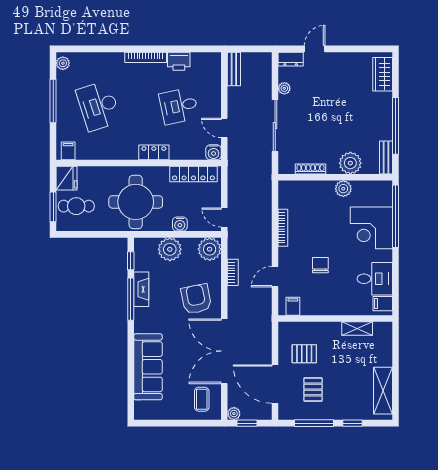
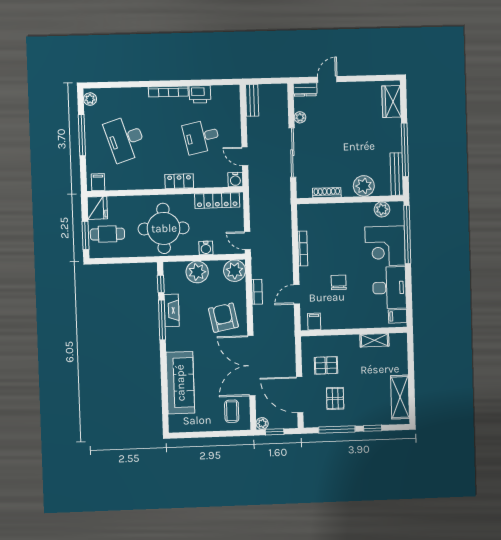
bench: (386, 157) -> (397, 174), width x1.36
plant: (343, 189) -> (382, 209), moved
desk: (375, 279) -> (389, 288), width x1.37

